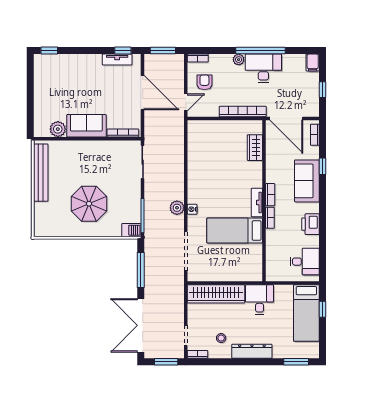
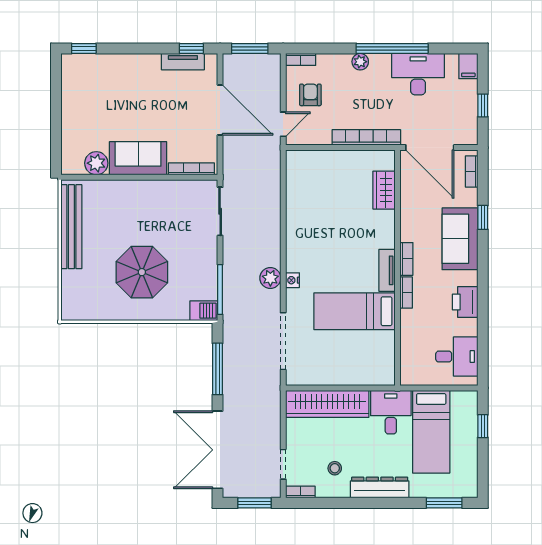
desk: (263, 68) -> (418, 74), moved
bed: (306, 313) -> (431, 432), moved

